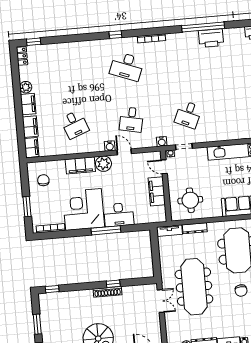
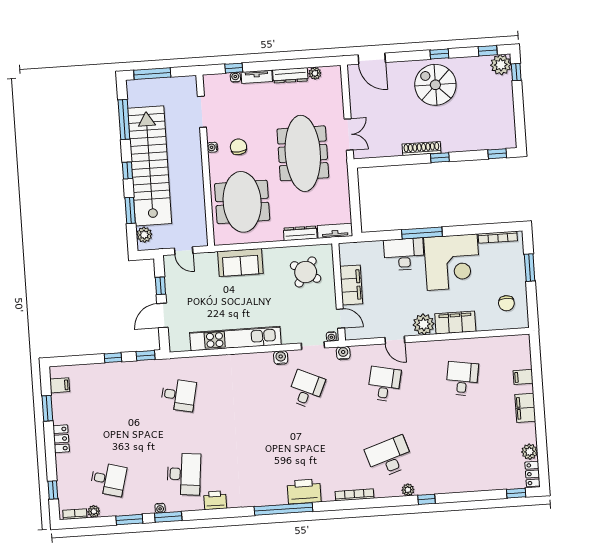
window: (115, 35) -> (426, 499), moved
printer: (211, 38) -> (304, 491), moved
plant: (113, 43) -> (408, 490), added
desk: (127, 66) -> (389, 457), turned -39
plant: (26, 87) -> (530, 452), moved
desk: (75, 125) -> (462, 379), turned 30
filing cabinet: (30, 127) -> (523, 377), width x0.50
water cooler: (110, 146) -> (281, 358), moved
filing cabinet: (32, 148) -> (522, 348), removed
round table: (190, 200) -> (306, 272), turned 34
window: (113, 284) -> (440, 158), moved
double door: (161, 301) -> (349, 134), swing flipped
window: (37, 324) -> (519, 106), removed

